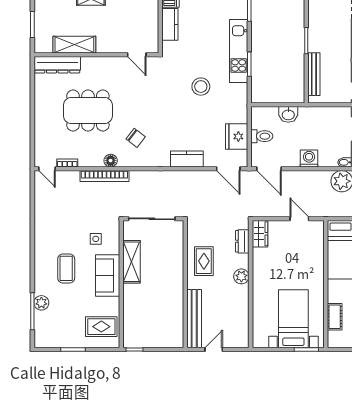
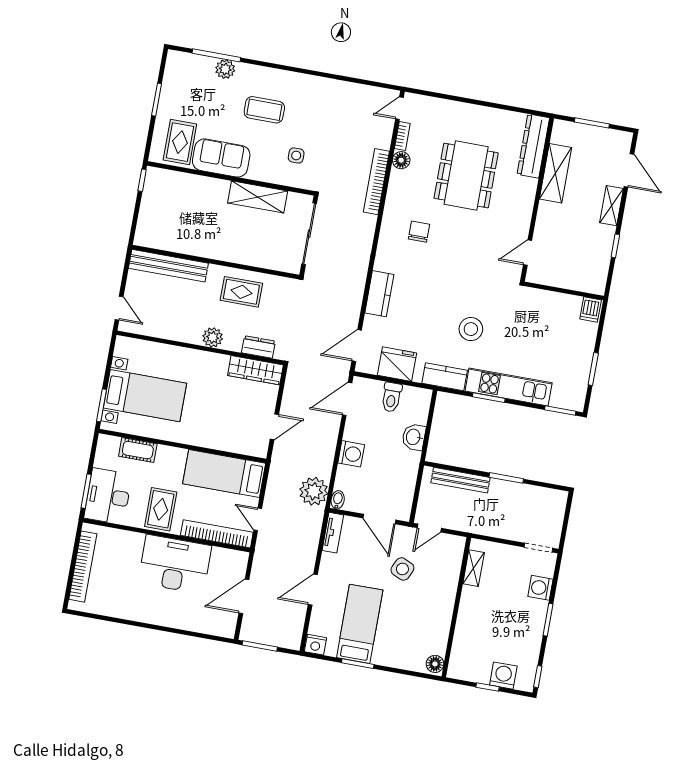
kitchen counter: (170, 24) -> (445, 377), moved, turned 180
chair: (136, 138) -> (419, 232), turned 142
floor lamp: (111, 161) -> (401, 160), moved
wardrobe: (260, 234) -> (255, 370), width x1.50
sofa: (108, 275) -> (221, 158), moved
door: (214, 350) -> (119, 308), moved

